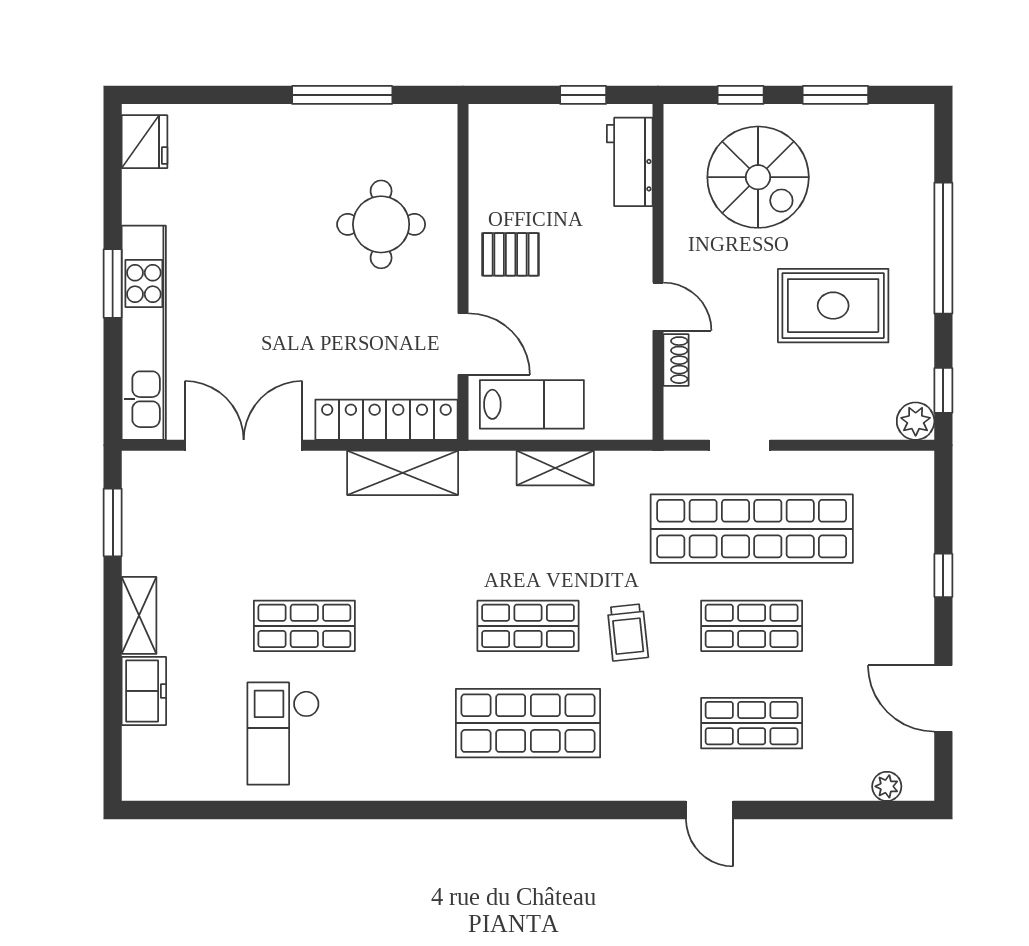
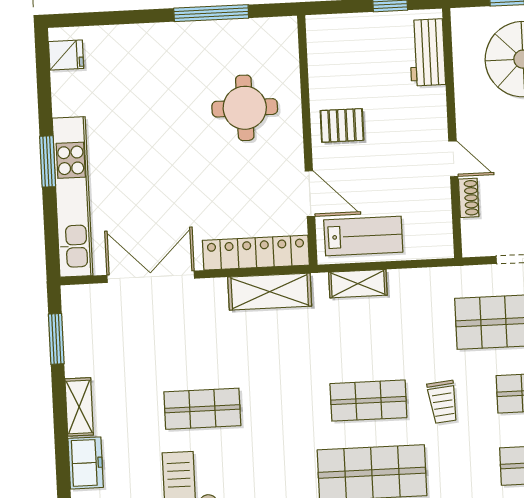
fridge: (145, 142) -> (66, 55), width x0.72
shelving: (555, 468) -> (358, 284), moved

